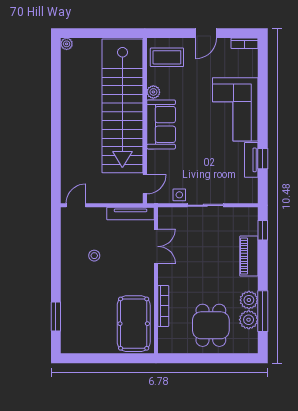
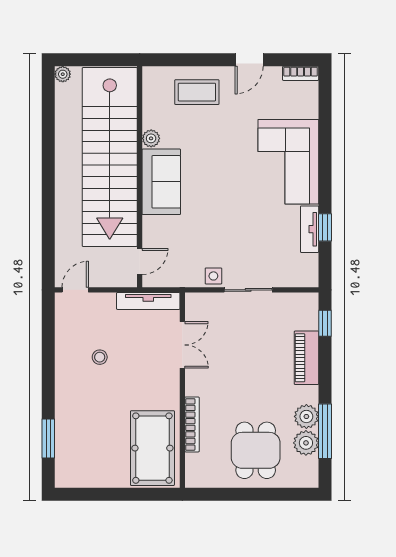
plant: (153, 92) -> (151, 138), moved
stairs: (122, 106) -> (110, 157), moved
wall: (145, 121) -> (140, 177), moved
sofa: (161, 124) -> (161, 182), moved
door: (145, 184) -> (140, 262), moved

